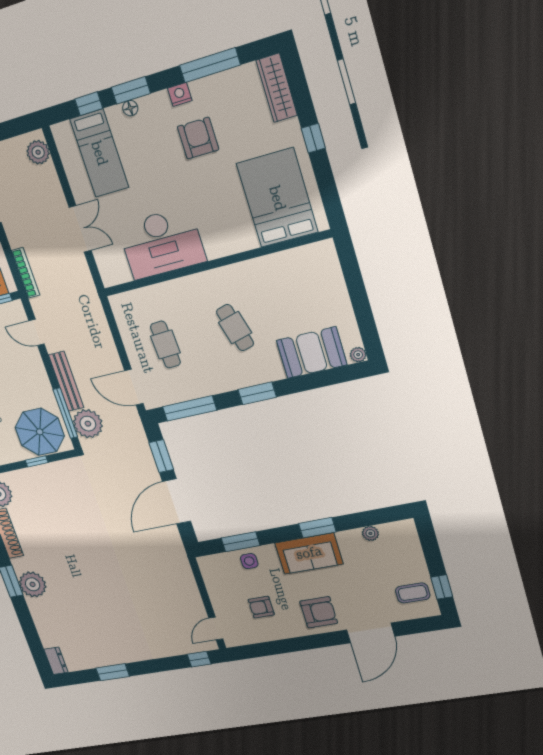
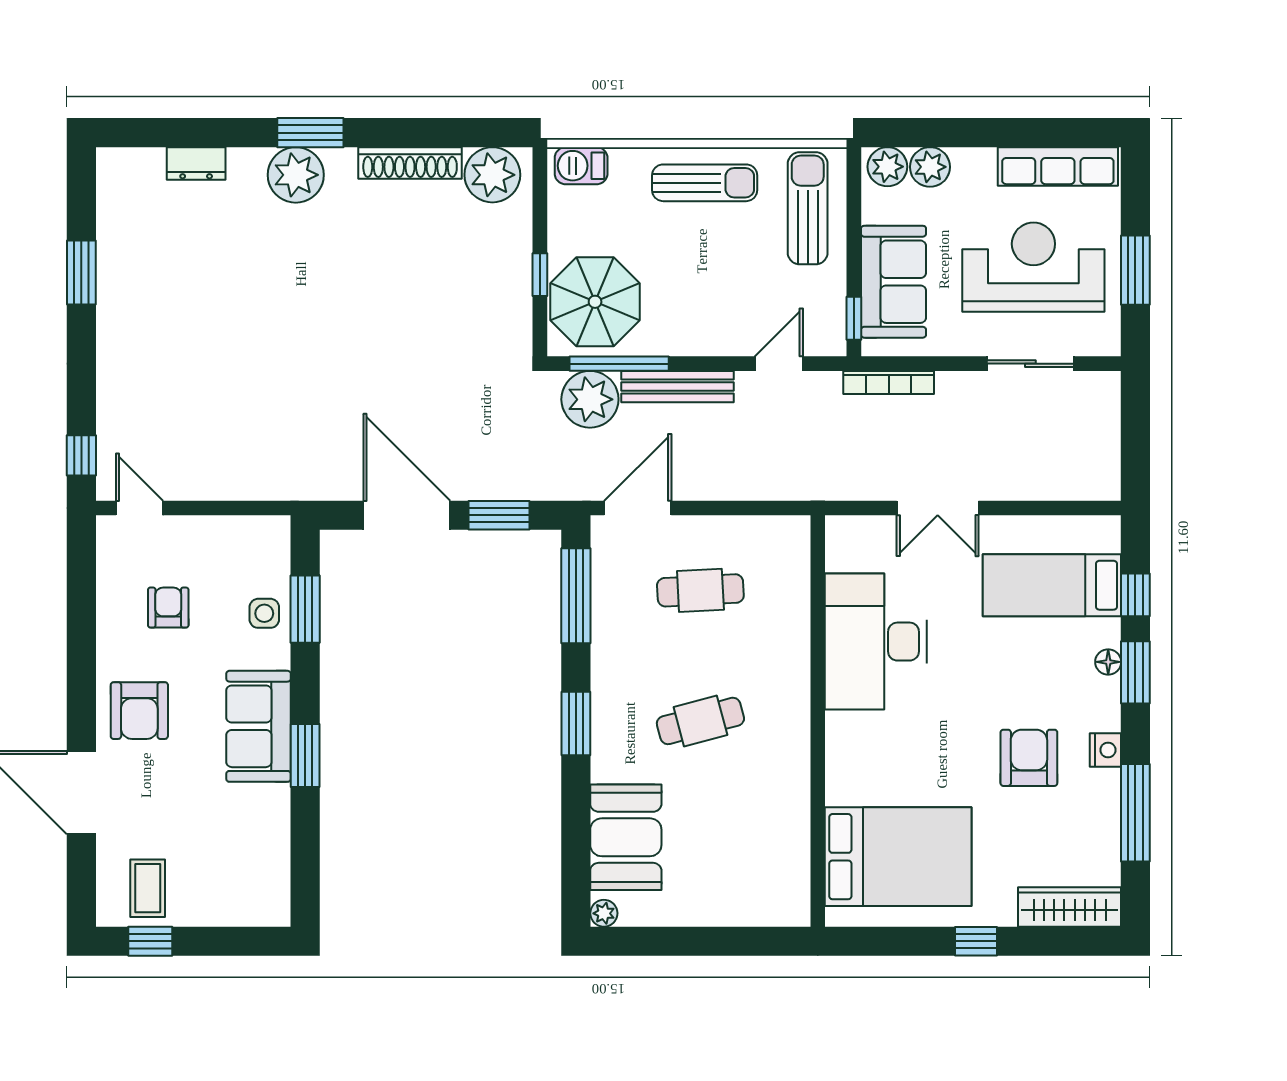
armchair: (198, 138) -> (1029, 758), turned -90
plant: (38, 152) -> (1084, 480), removed
plant: (370, 533) -> (276, 845), removed
dresser: (56, 661) -> (196, 163), moved

